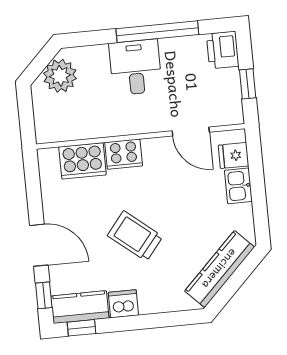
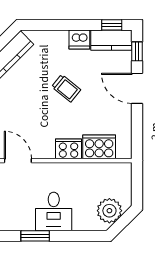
window: (157, 32) -> (35, 236), width x0.47
trolley: (135, 236) -> (66, 88), width x0.73, depth x0.72

